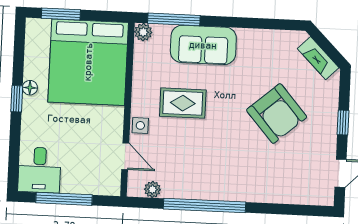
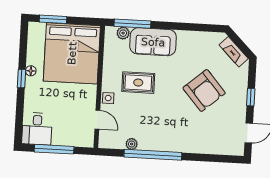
plant: (143, 32) -> (123, 33), moved
plant: (152, 189) -> (132, 144), moved

